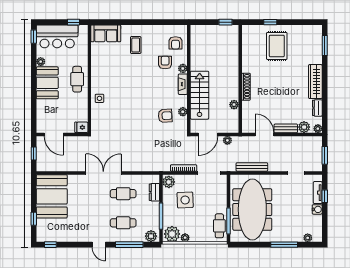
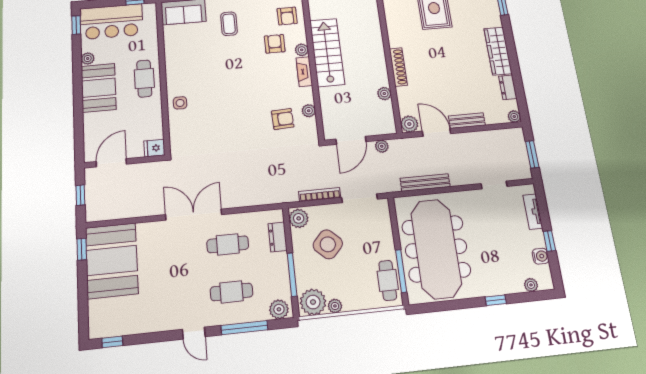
stairs: (200, 95) -> (327, 52), moved
plant: (304, 127) -> (409, 124), moved
door: (54, 134) -> (111, 163), swing flipped
window: (325, 196) -> (549, 241), moved
side table: (185, 200) -> (328, 244), turned 45
water cooler: (317, 209) -> (541, 256), moved
window: (34, 219) -> (82, 249), moved
window: (284, 245) -> (496, 300), width x0.46

